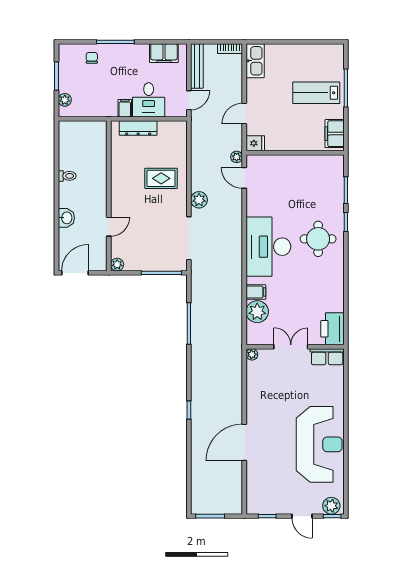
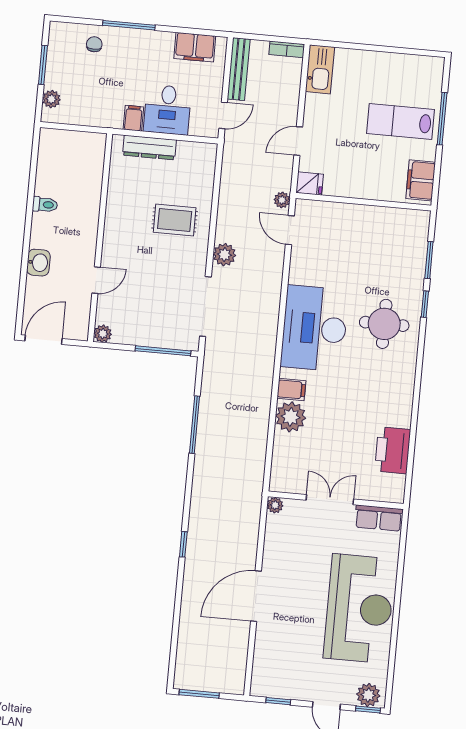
double door: (291, 347) -> (330, 500), moved
wall: (295, 347) -> (336, 500), moved
plant: (252, 354) -> (275, 505), moved
row of seats: (327, 357) -> (379, 518), moved

